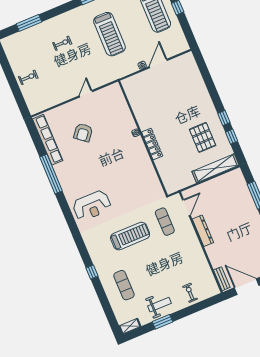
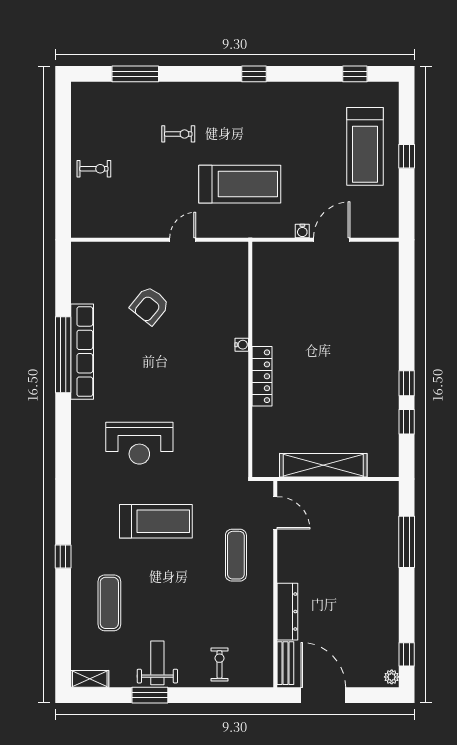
treadmill: (109, 34) -> (240, 184), moved, turned -90
pallet: (203, 137) -> (355, 402), removed
row of seats: (48, 140) -> (82, 352), moved
shelving: (215, 168) -> (323, 465), moved
reception desk: (92, 206) -> (139, 443), moved
door: (186, 208) -> (275, 513), hinge flipped
exercise mat: (165, 222) -> (236, 555), moved
dresser: (203, 231) -> (287, 612), moved
weight bench: (160, 305) -> (157, 663), turned -90

